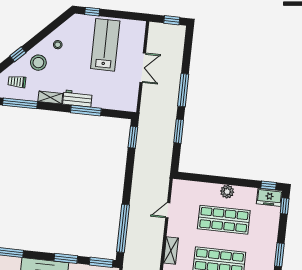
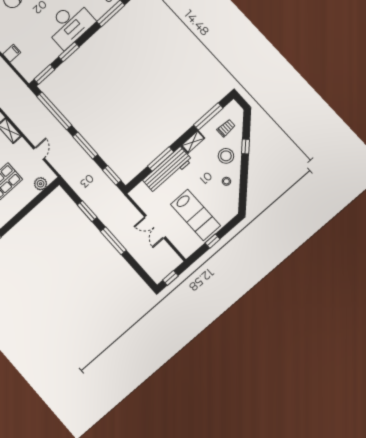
window: (92, 12) -> (213, 241), moved
workbench: (77, 98) -> (167, 170), width x1.88, depth x1.32
window: (128, 179) -> (85, 146), added
plant: (227, 192) -> (41, 184), moved

